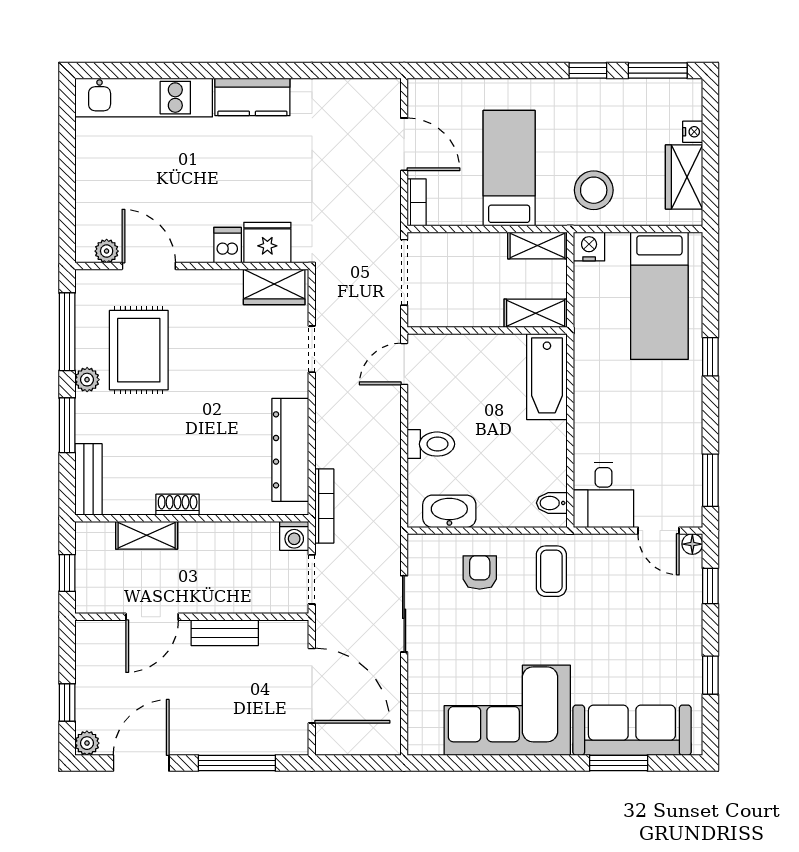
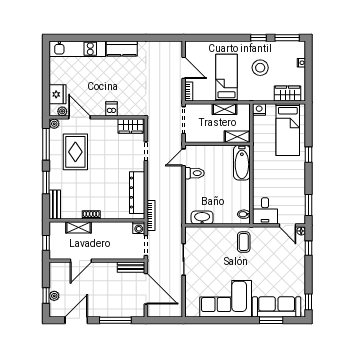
wardrobe: (684, 177) -> (288, 94), moved, turned 90
stool: (594, 190) -> (260, 68), moved
fridge: (267, 243) -> (58, 94), moved, turned 90
shelving: (537, 245) -> (224, 109), moved
plant: (87, 380) -> (54, 124), moved
toilet: (431, 444) -> (195, 173), moved
armchair: (480, 572) -> (214, 243), removed
bench: (225, 633) -> (131, 267), moved
window: (710, 675) -> (309, 302), moved
plant: (87, 743) -> (54, 296), moved

